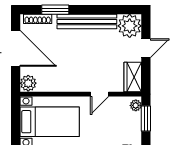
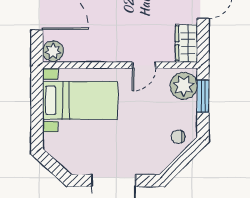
plant: (136, 105) -> (184, 86), width x1.87, depth x1.87

